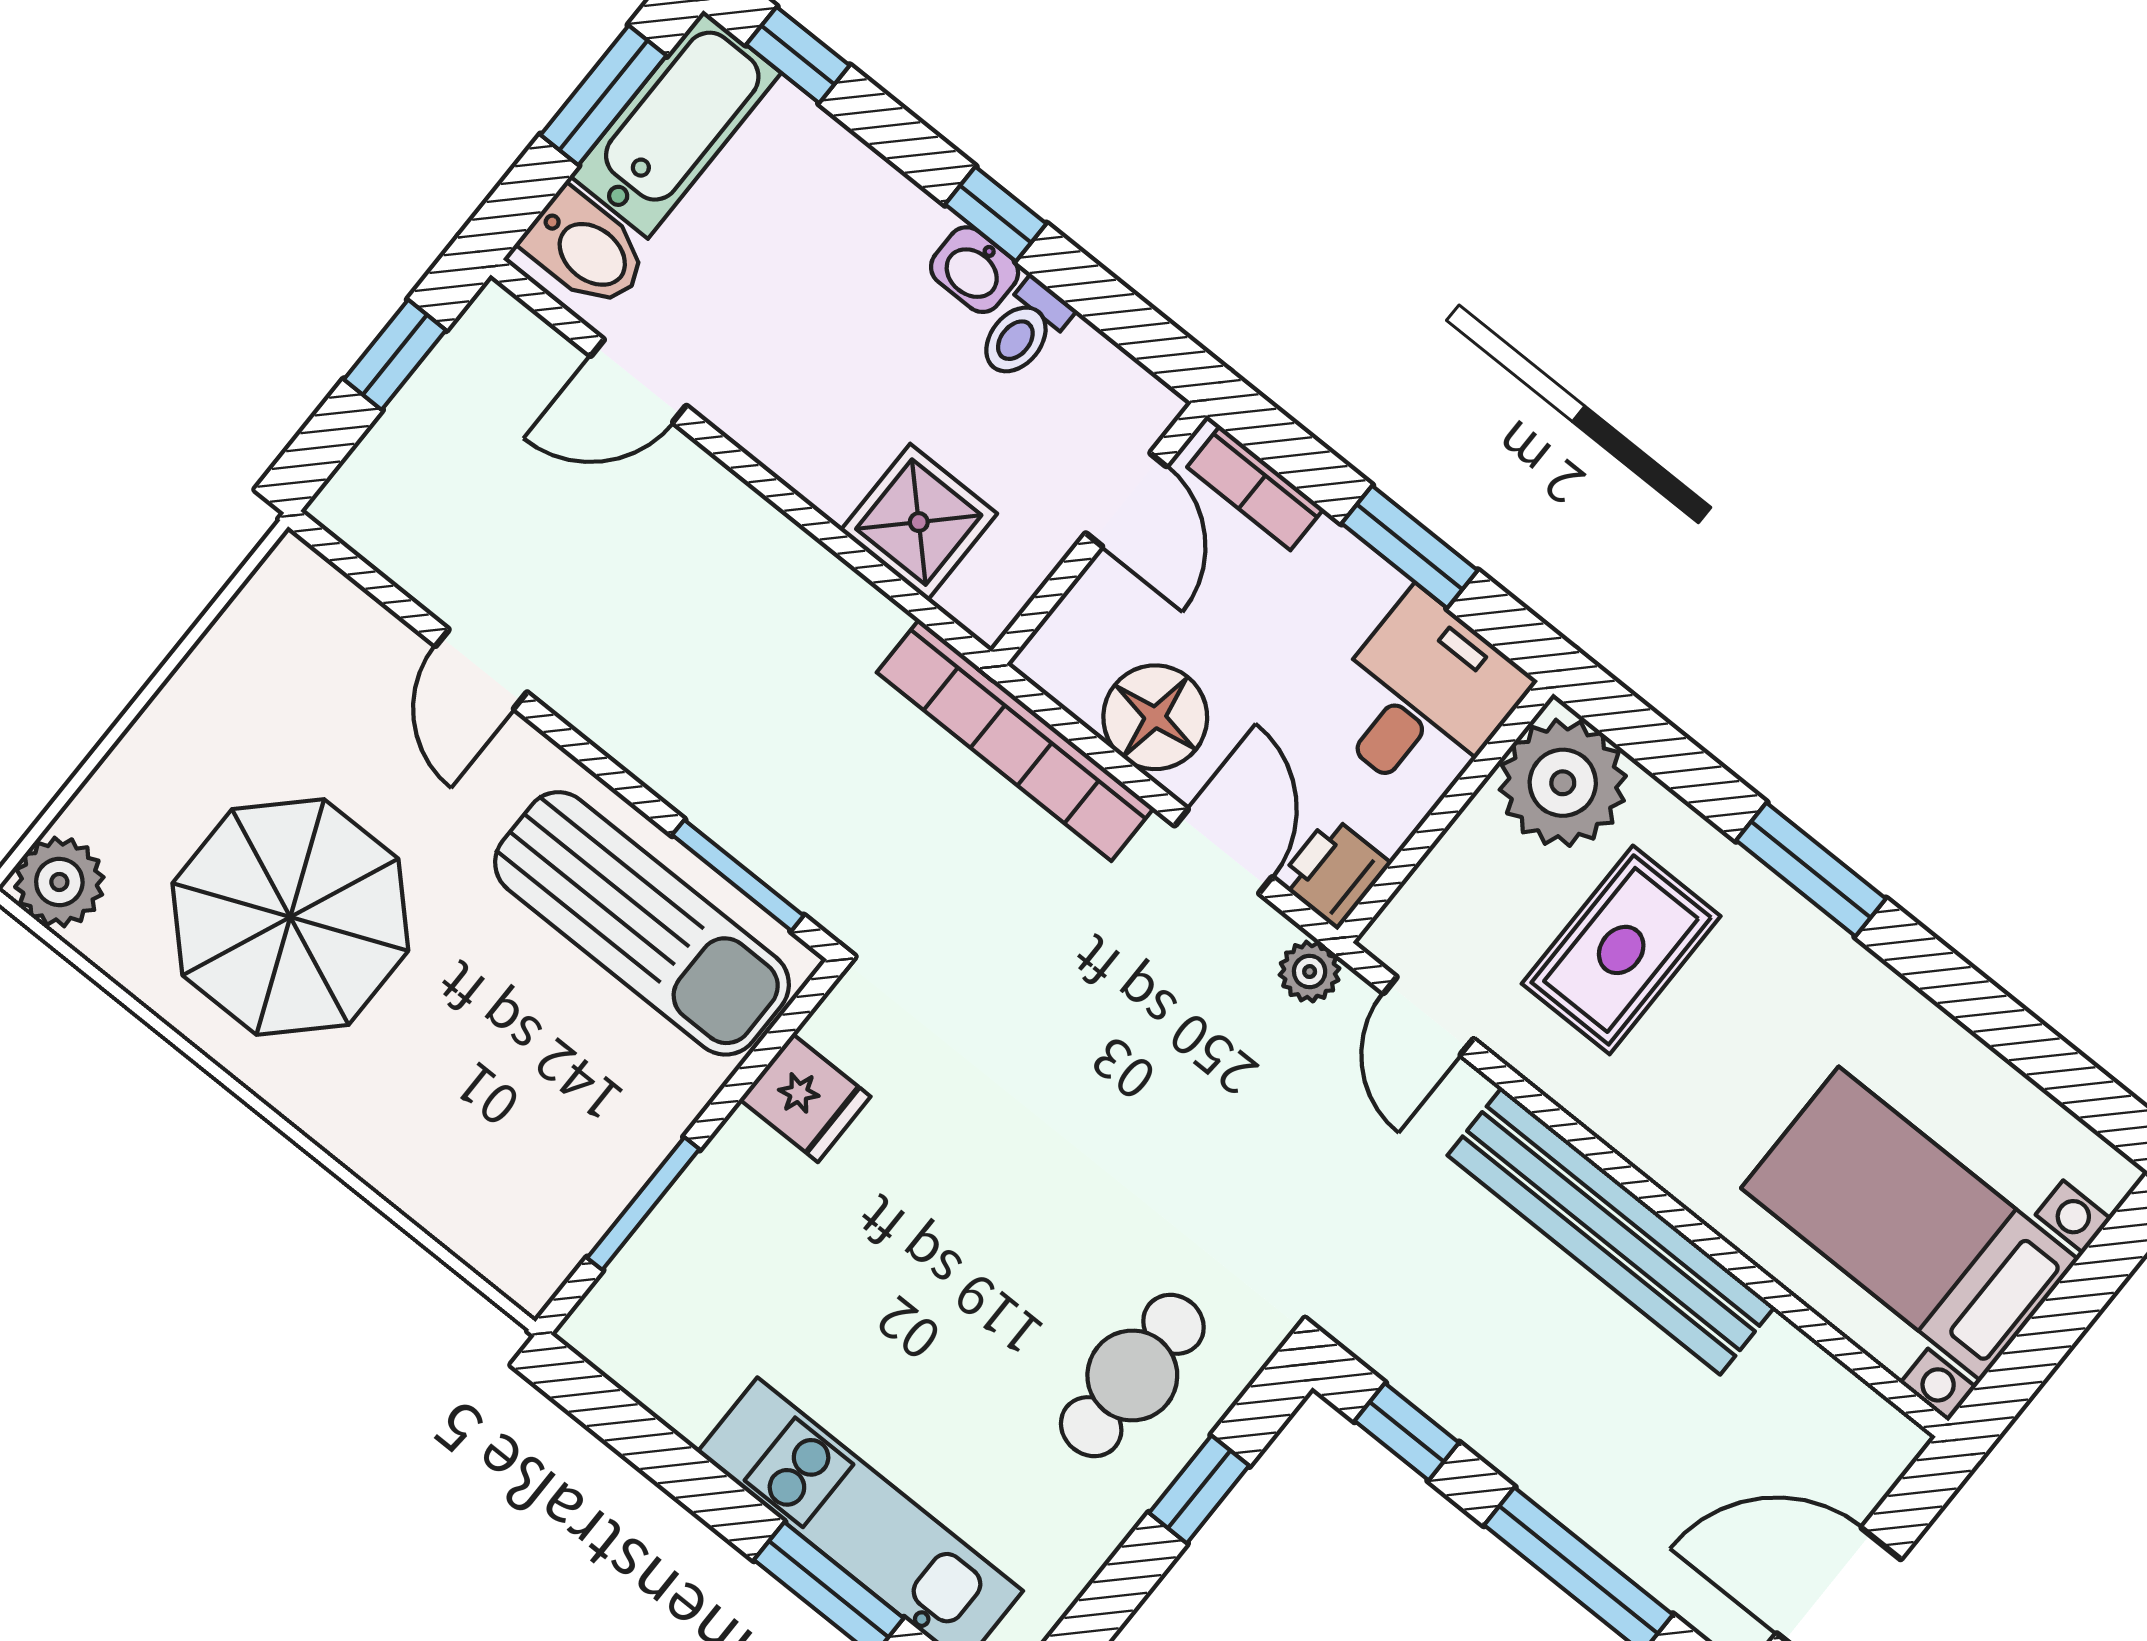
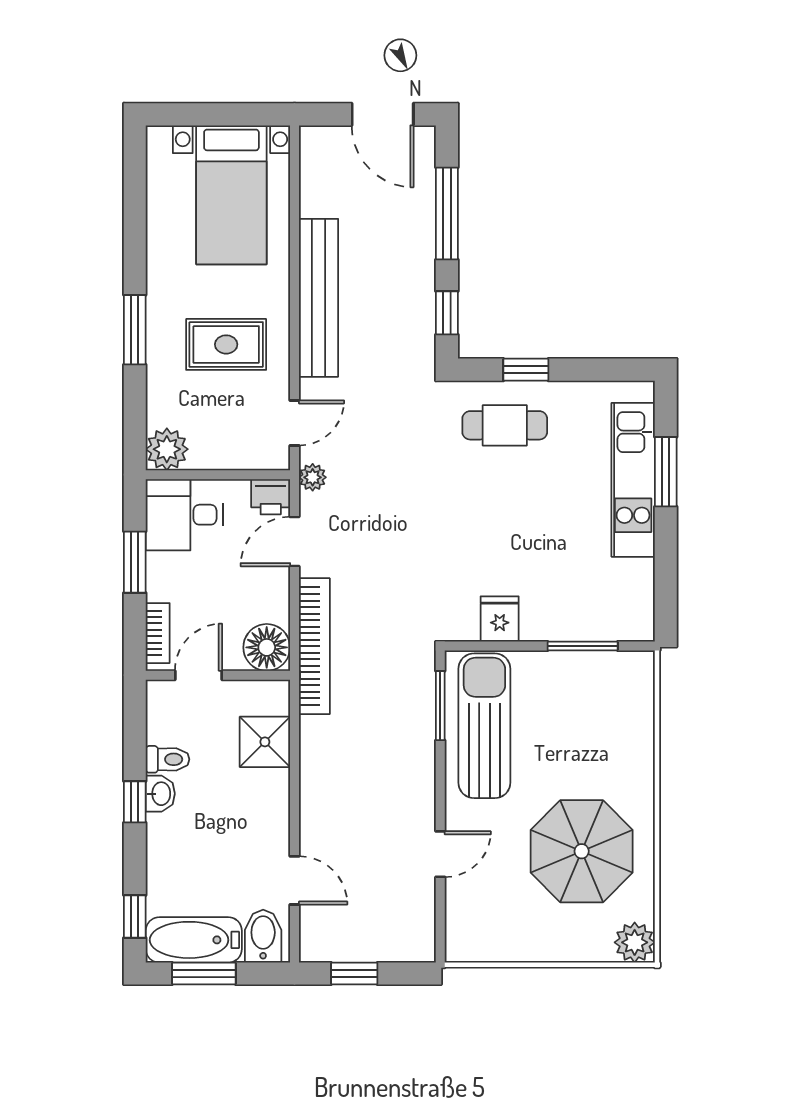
floor lamp: (1155, 717) -> (267, 647), moved
plant: (1563, 783) -> (167, 449), width x0.73, depth x0.73
rug: (1621, 950) -> (226, 344), moved

